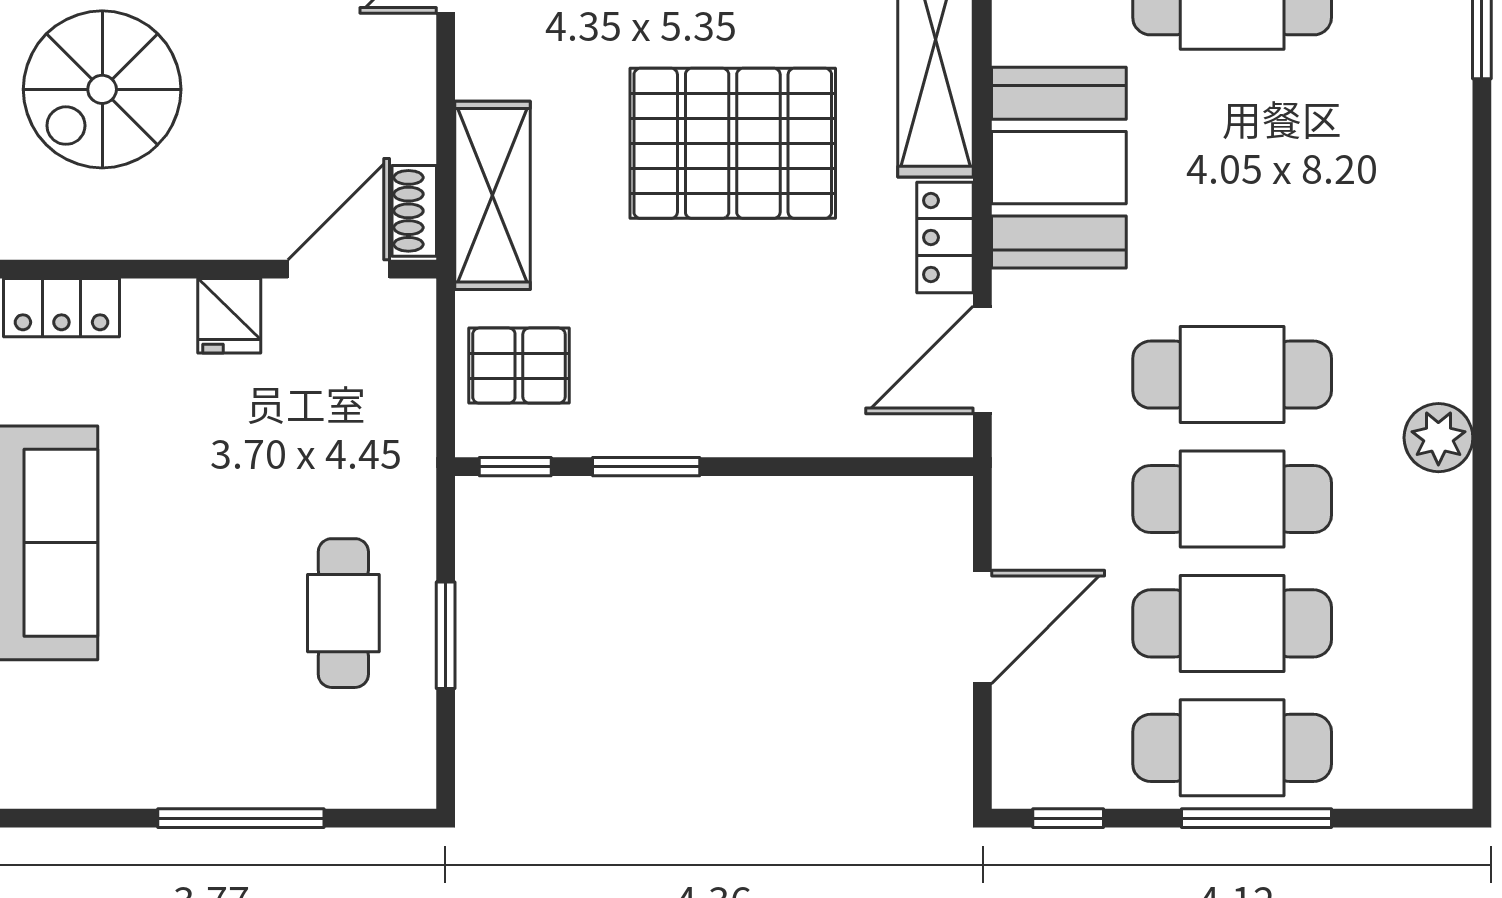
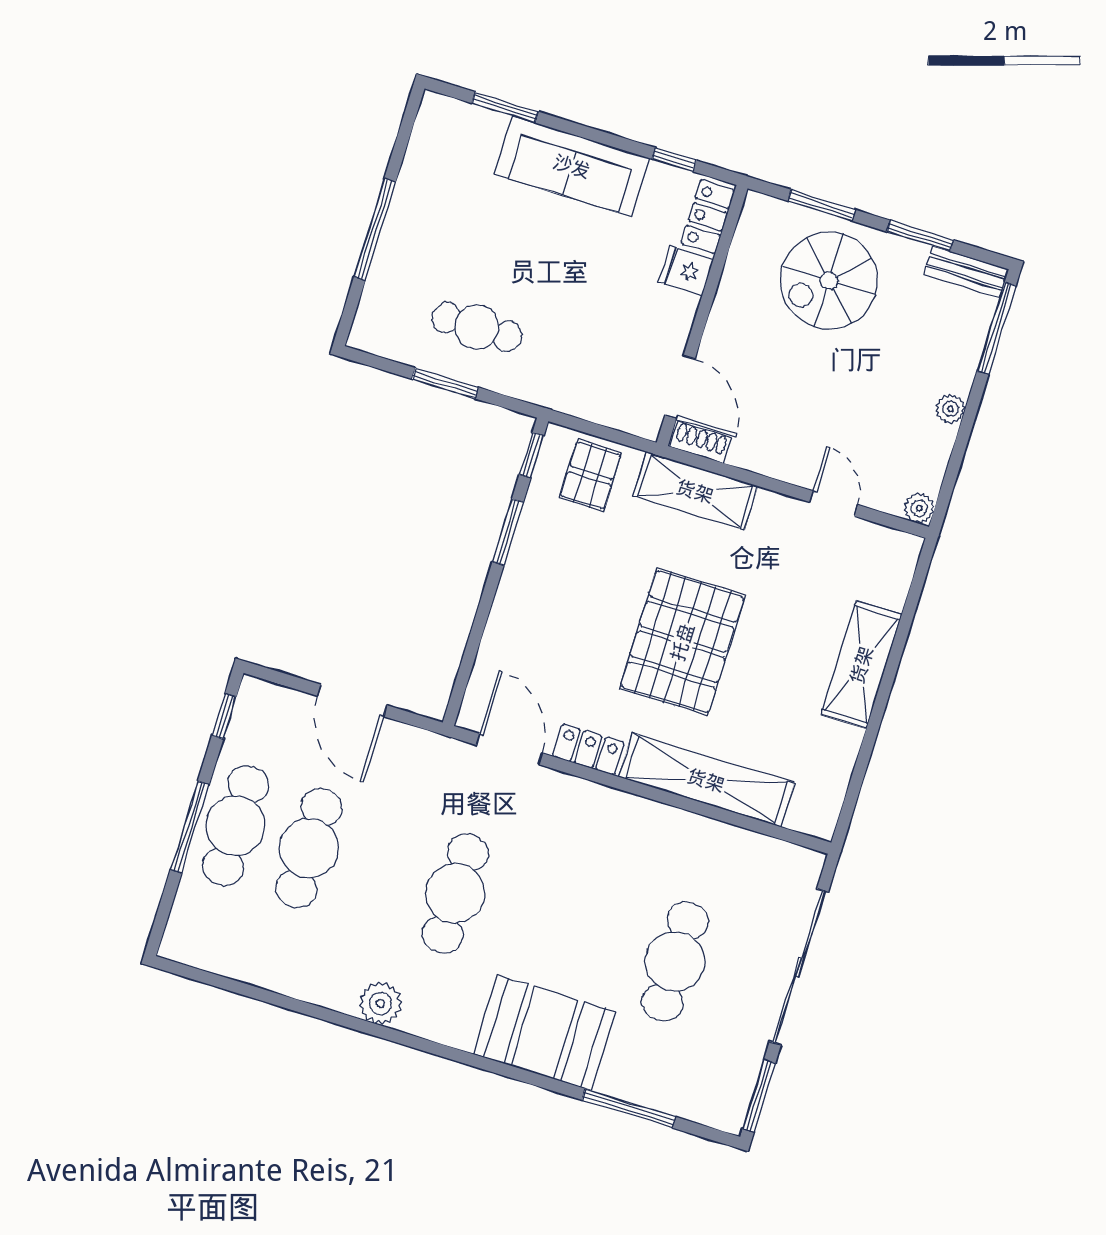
spiral stairs: (102, 89) -> (829, 281), turned -90
booth: (1059, 168) -> (544, 1033), moved
fridge: (229, 316) -> (686, 271), moved
cafe table: (1232, 499) -> (382, 871), removed

